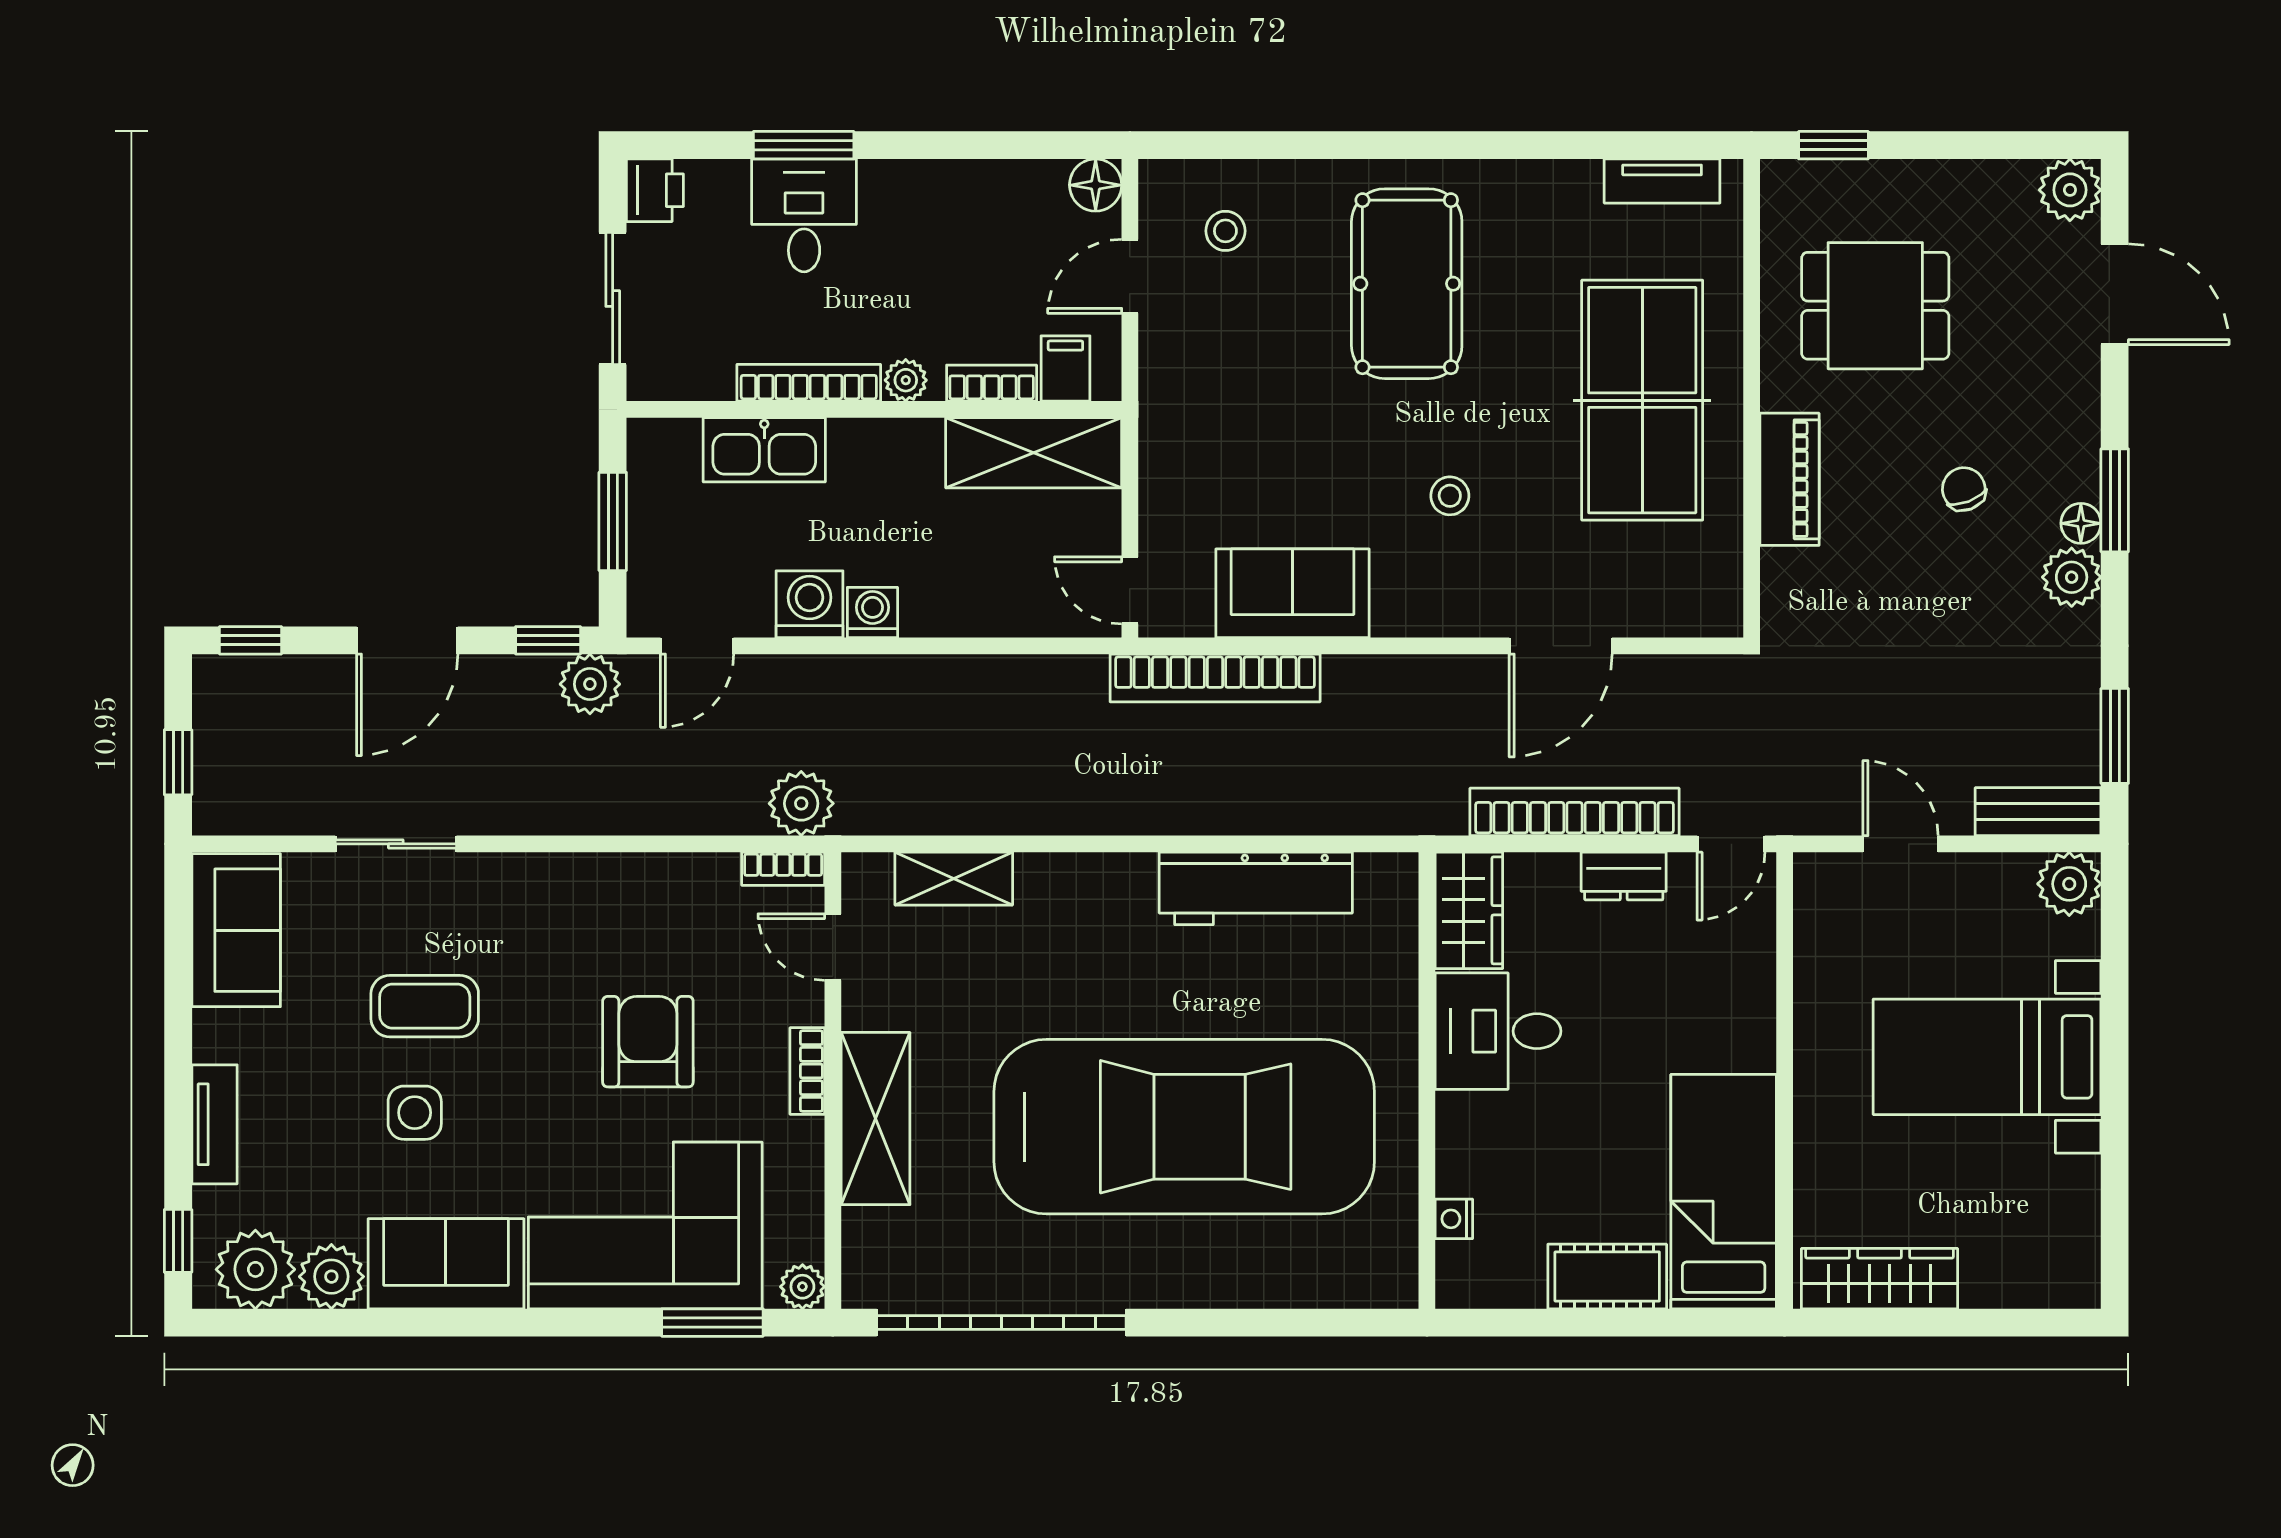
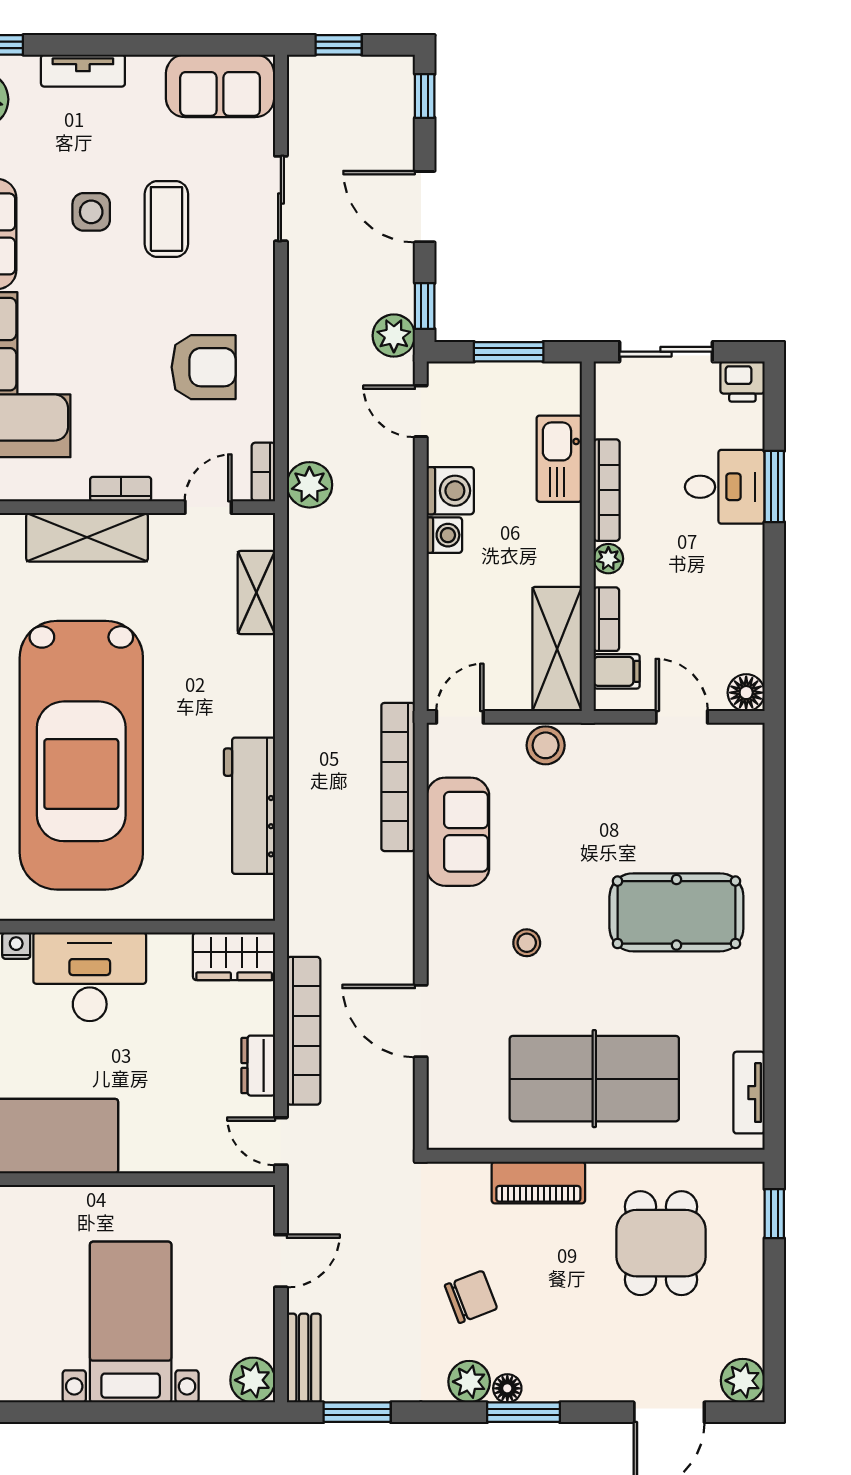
stool: (1225, 231) -> (546, 745), moved, width x1.37, depth x1.37
chair: (1964, 489) -> (471, 1297), moved, width x1.37, depth x1.37
desk: (1498, 1031) -> (90, 977), moved, width x1.37
armchair: (648, 1042) -> (204, 367), moved

